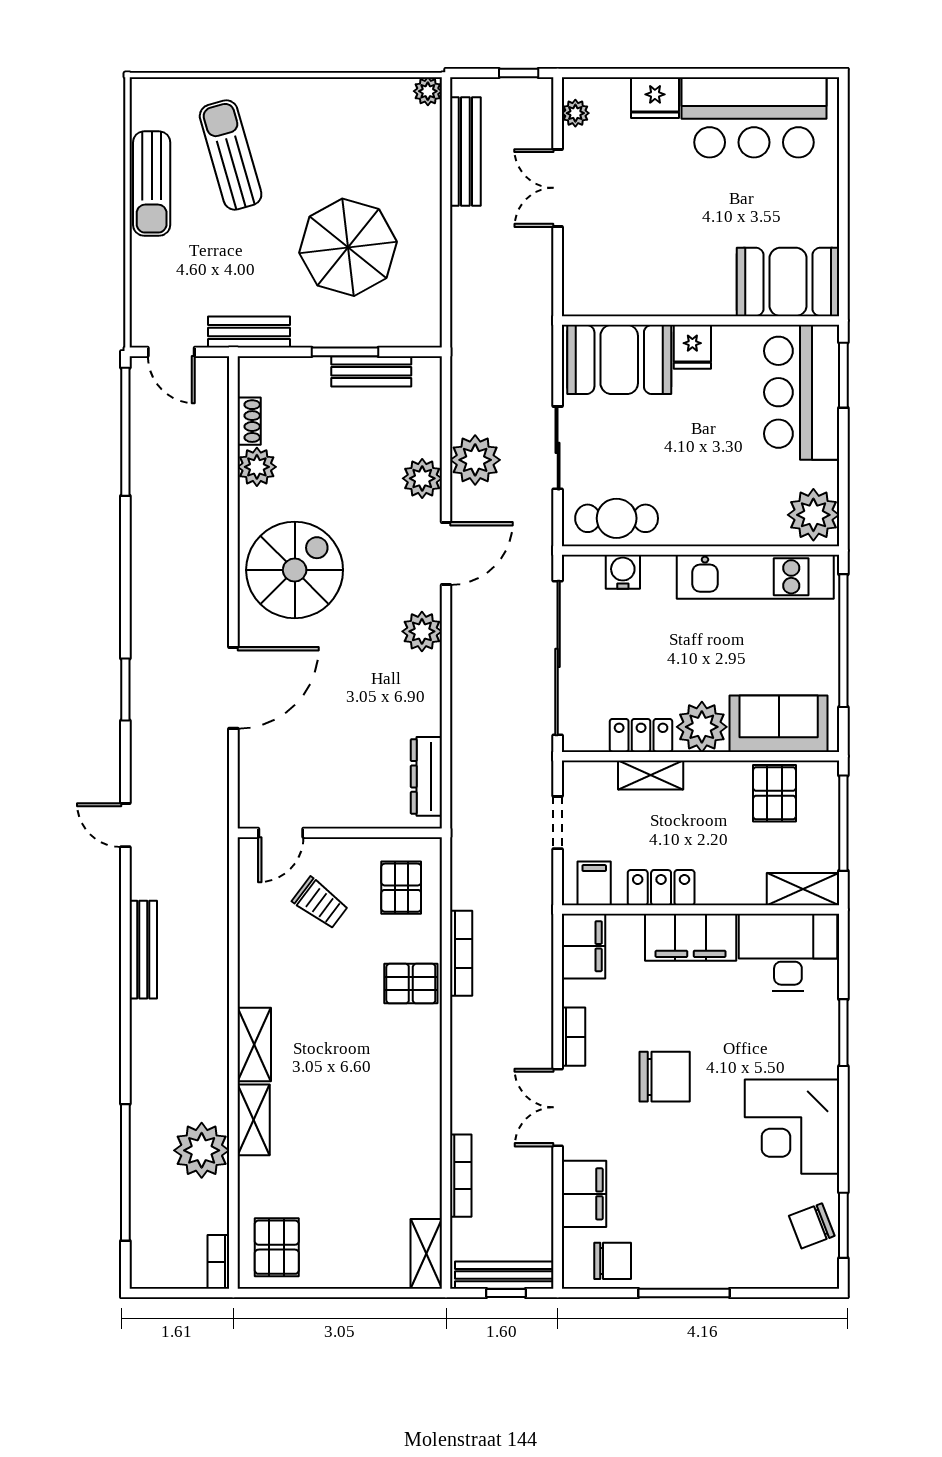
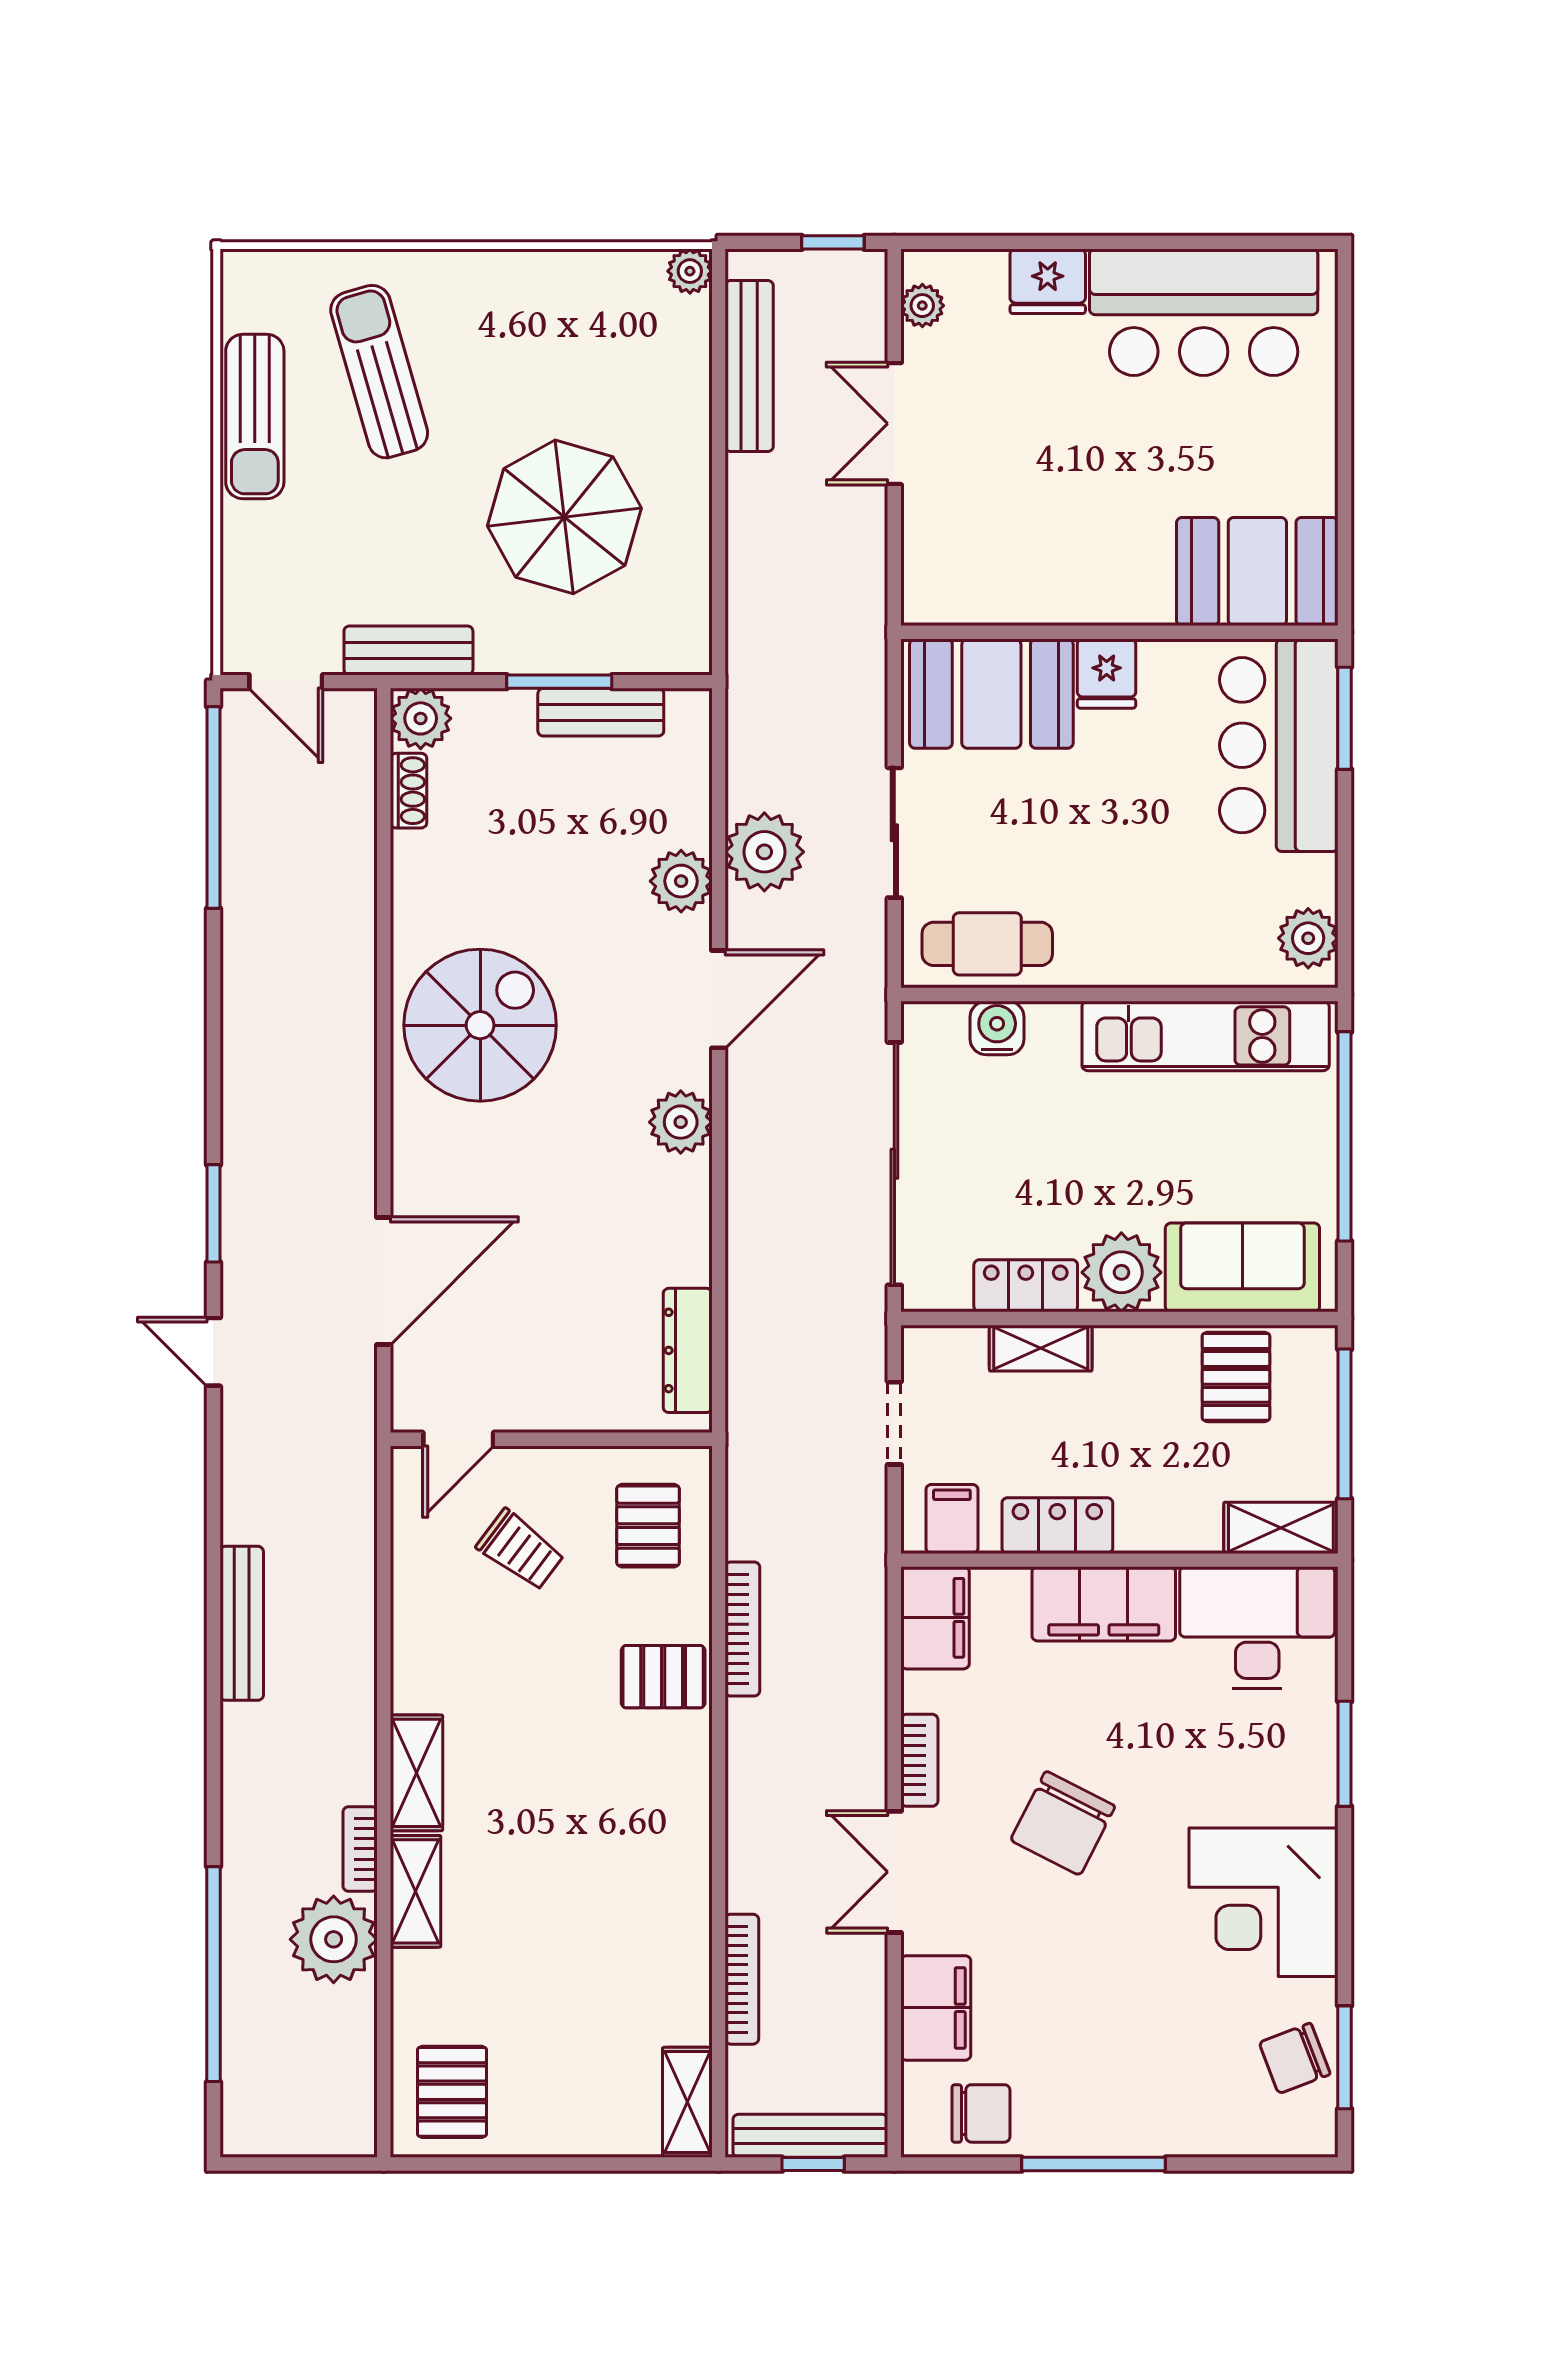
plant: (257, 467) -> (421, 718), moved
plant: (813, 515) -> (1308, 938), width x0.73, depth x0.73
door: (233, 688) -> (384, 1281), moved
door: (125, 825) -> (213, 1352), moved
chair: (665, 1077) -> (1063, 1823), turned 117
bookcase: (218, 1262) -> (360, 1849), moved

